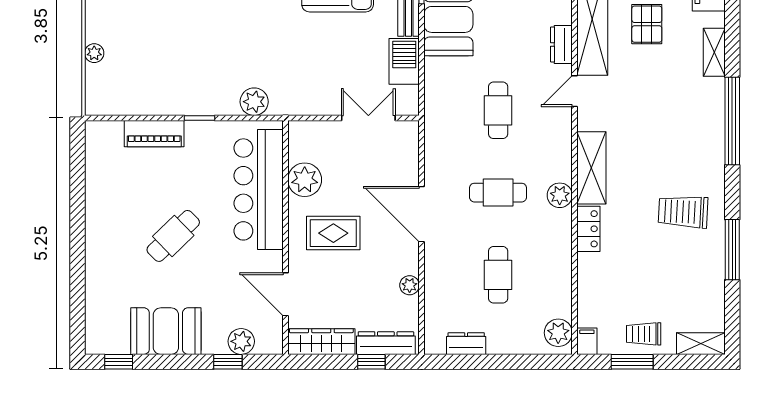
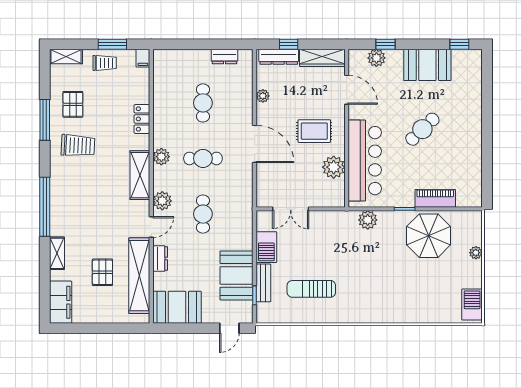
parasol: (164, 78) -> (429, 236), added
locker: (588, 229) -> (142, 119), moved
pallet: (691, 273) -> (73, 104), added
plant: (558, 333) -> (162, 201), moved

